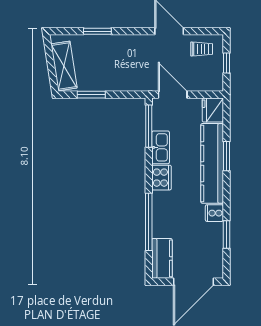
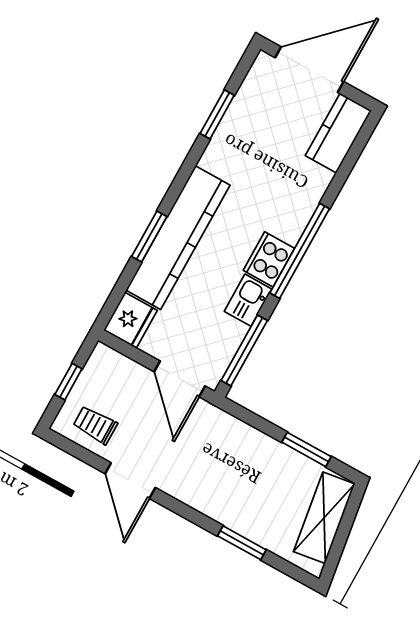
kitchen sink: (161, 147) -> (248, 300), width x0.73
cooker: (214, 213) -> (217, 158), removed
window: (149, 222) -> (300, 251), moved

